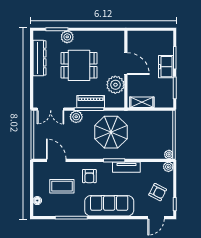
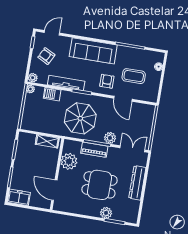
dresser: (39, 58) -> (137, 183), moved
door: (126, 64) -> (54, 190), moved
freezer: (166, 67) -> (19, 197), moved, turned -90
barbecue: (145, 153) -> (52, 94), added
door: (56, 160) -> (123, 99), moved
tv unit: (126, 167) -> (66, 83), width x1.41

